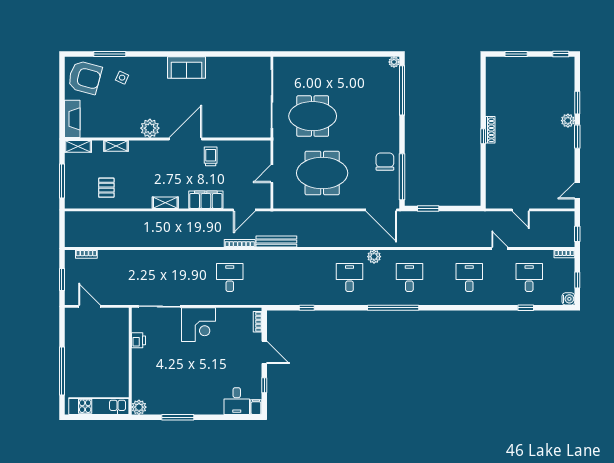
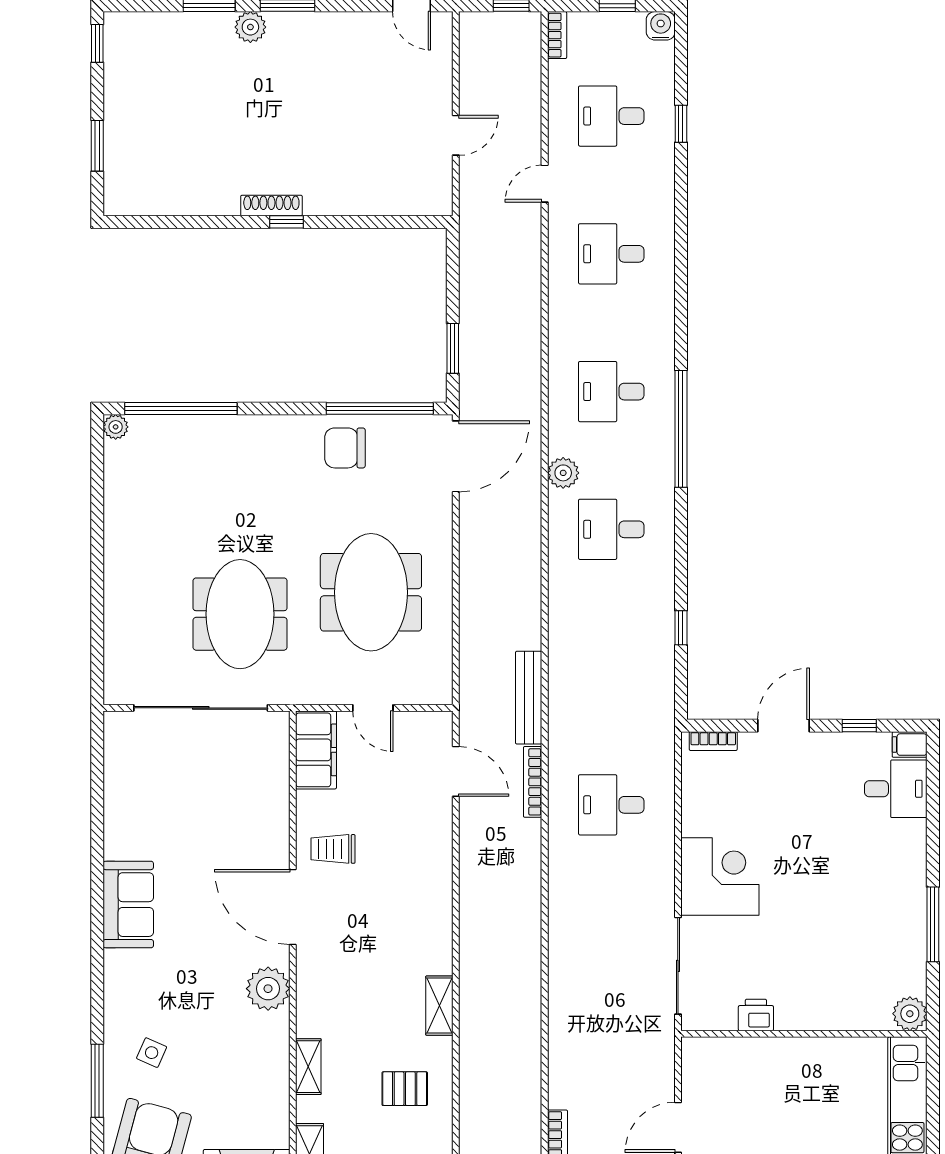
filing cabinet: (206, 200) -> (316, 750), moved, turned 180
shelving: (165, 203) -> (439, 1006), moved

